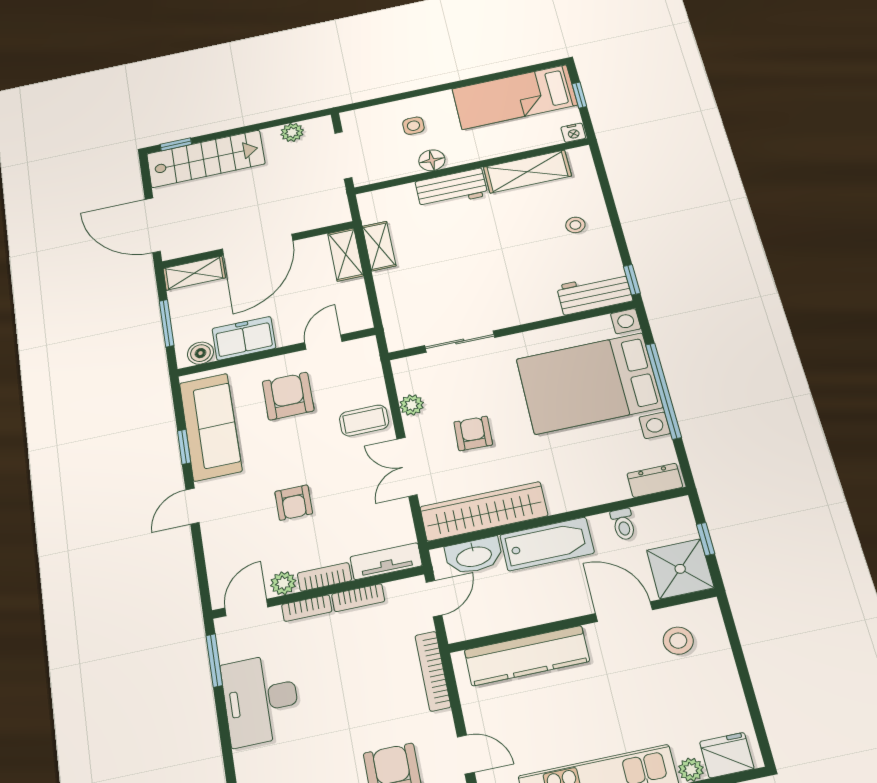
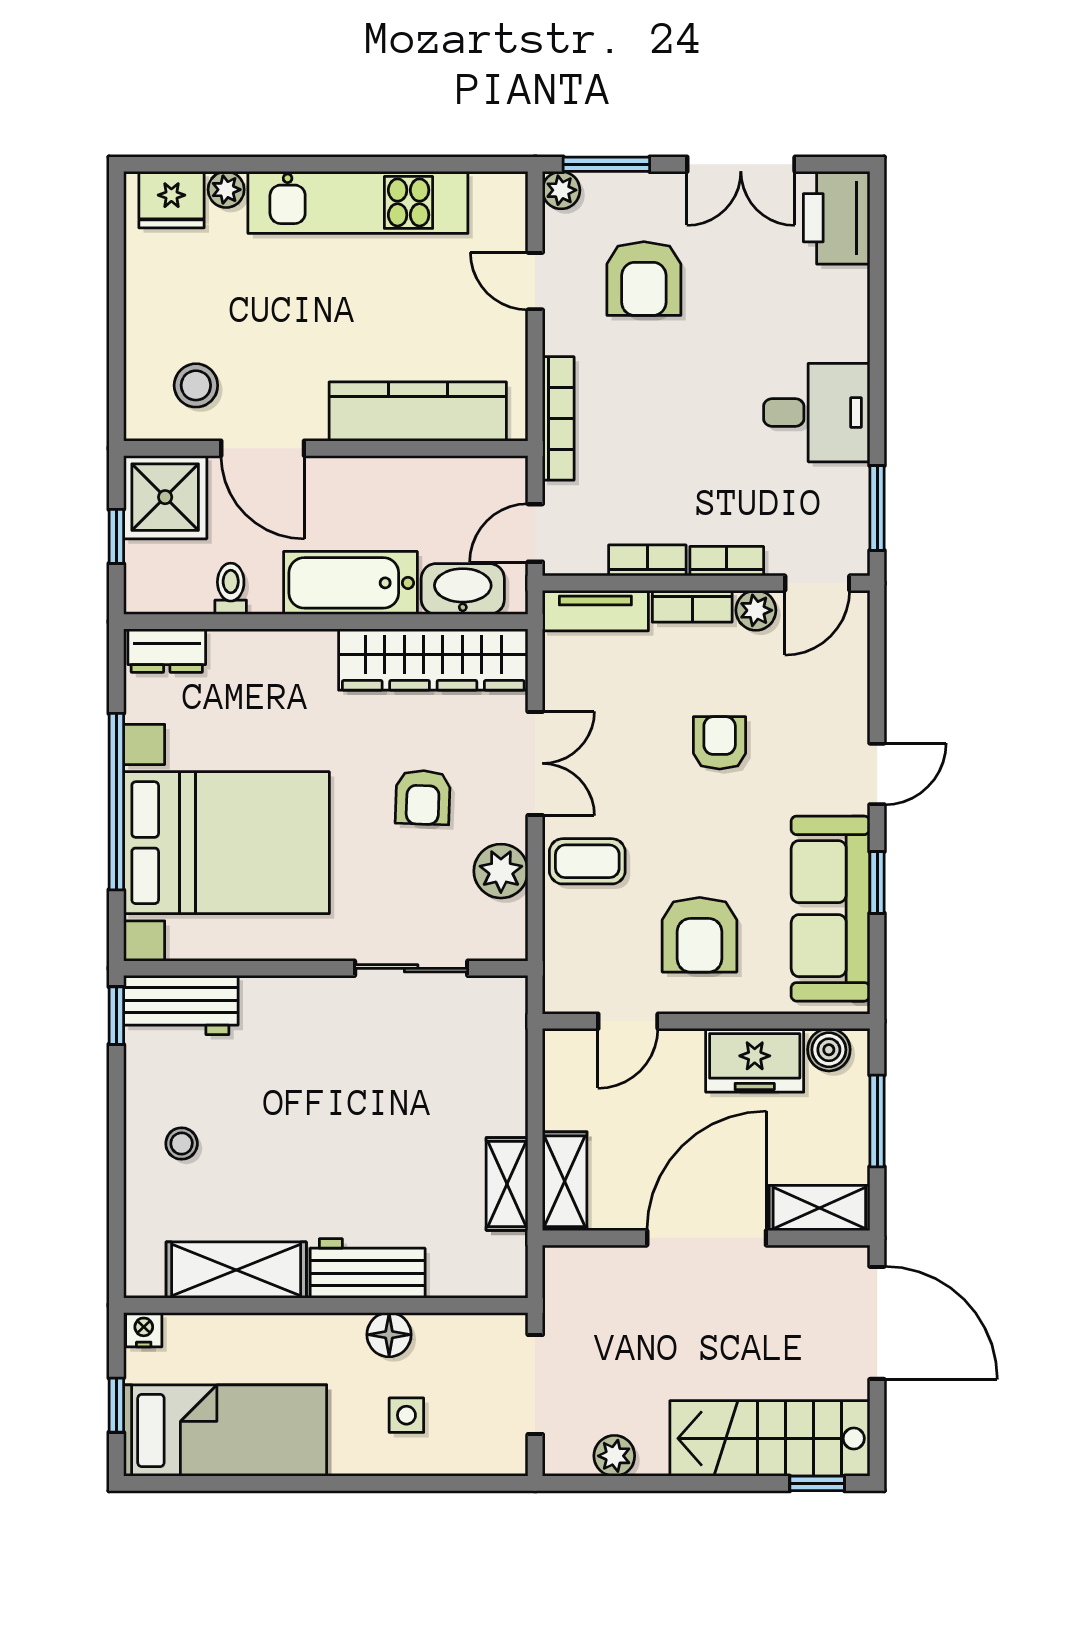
plant: (412, 405) -> (501, 871), width x1.38, depth x1.38
desk: (261, 699) -> (817, 413), width x0.73

